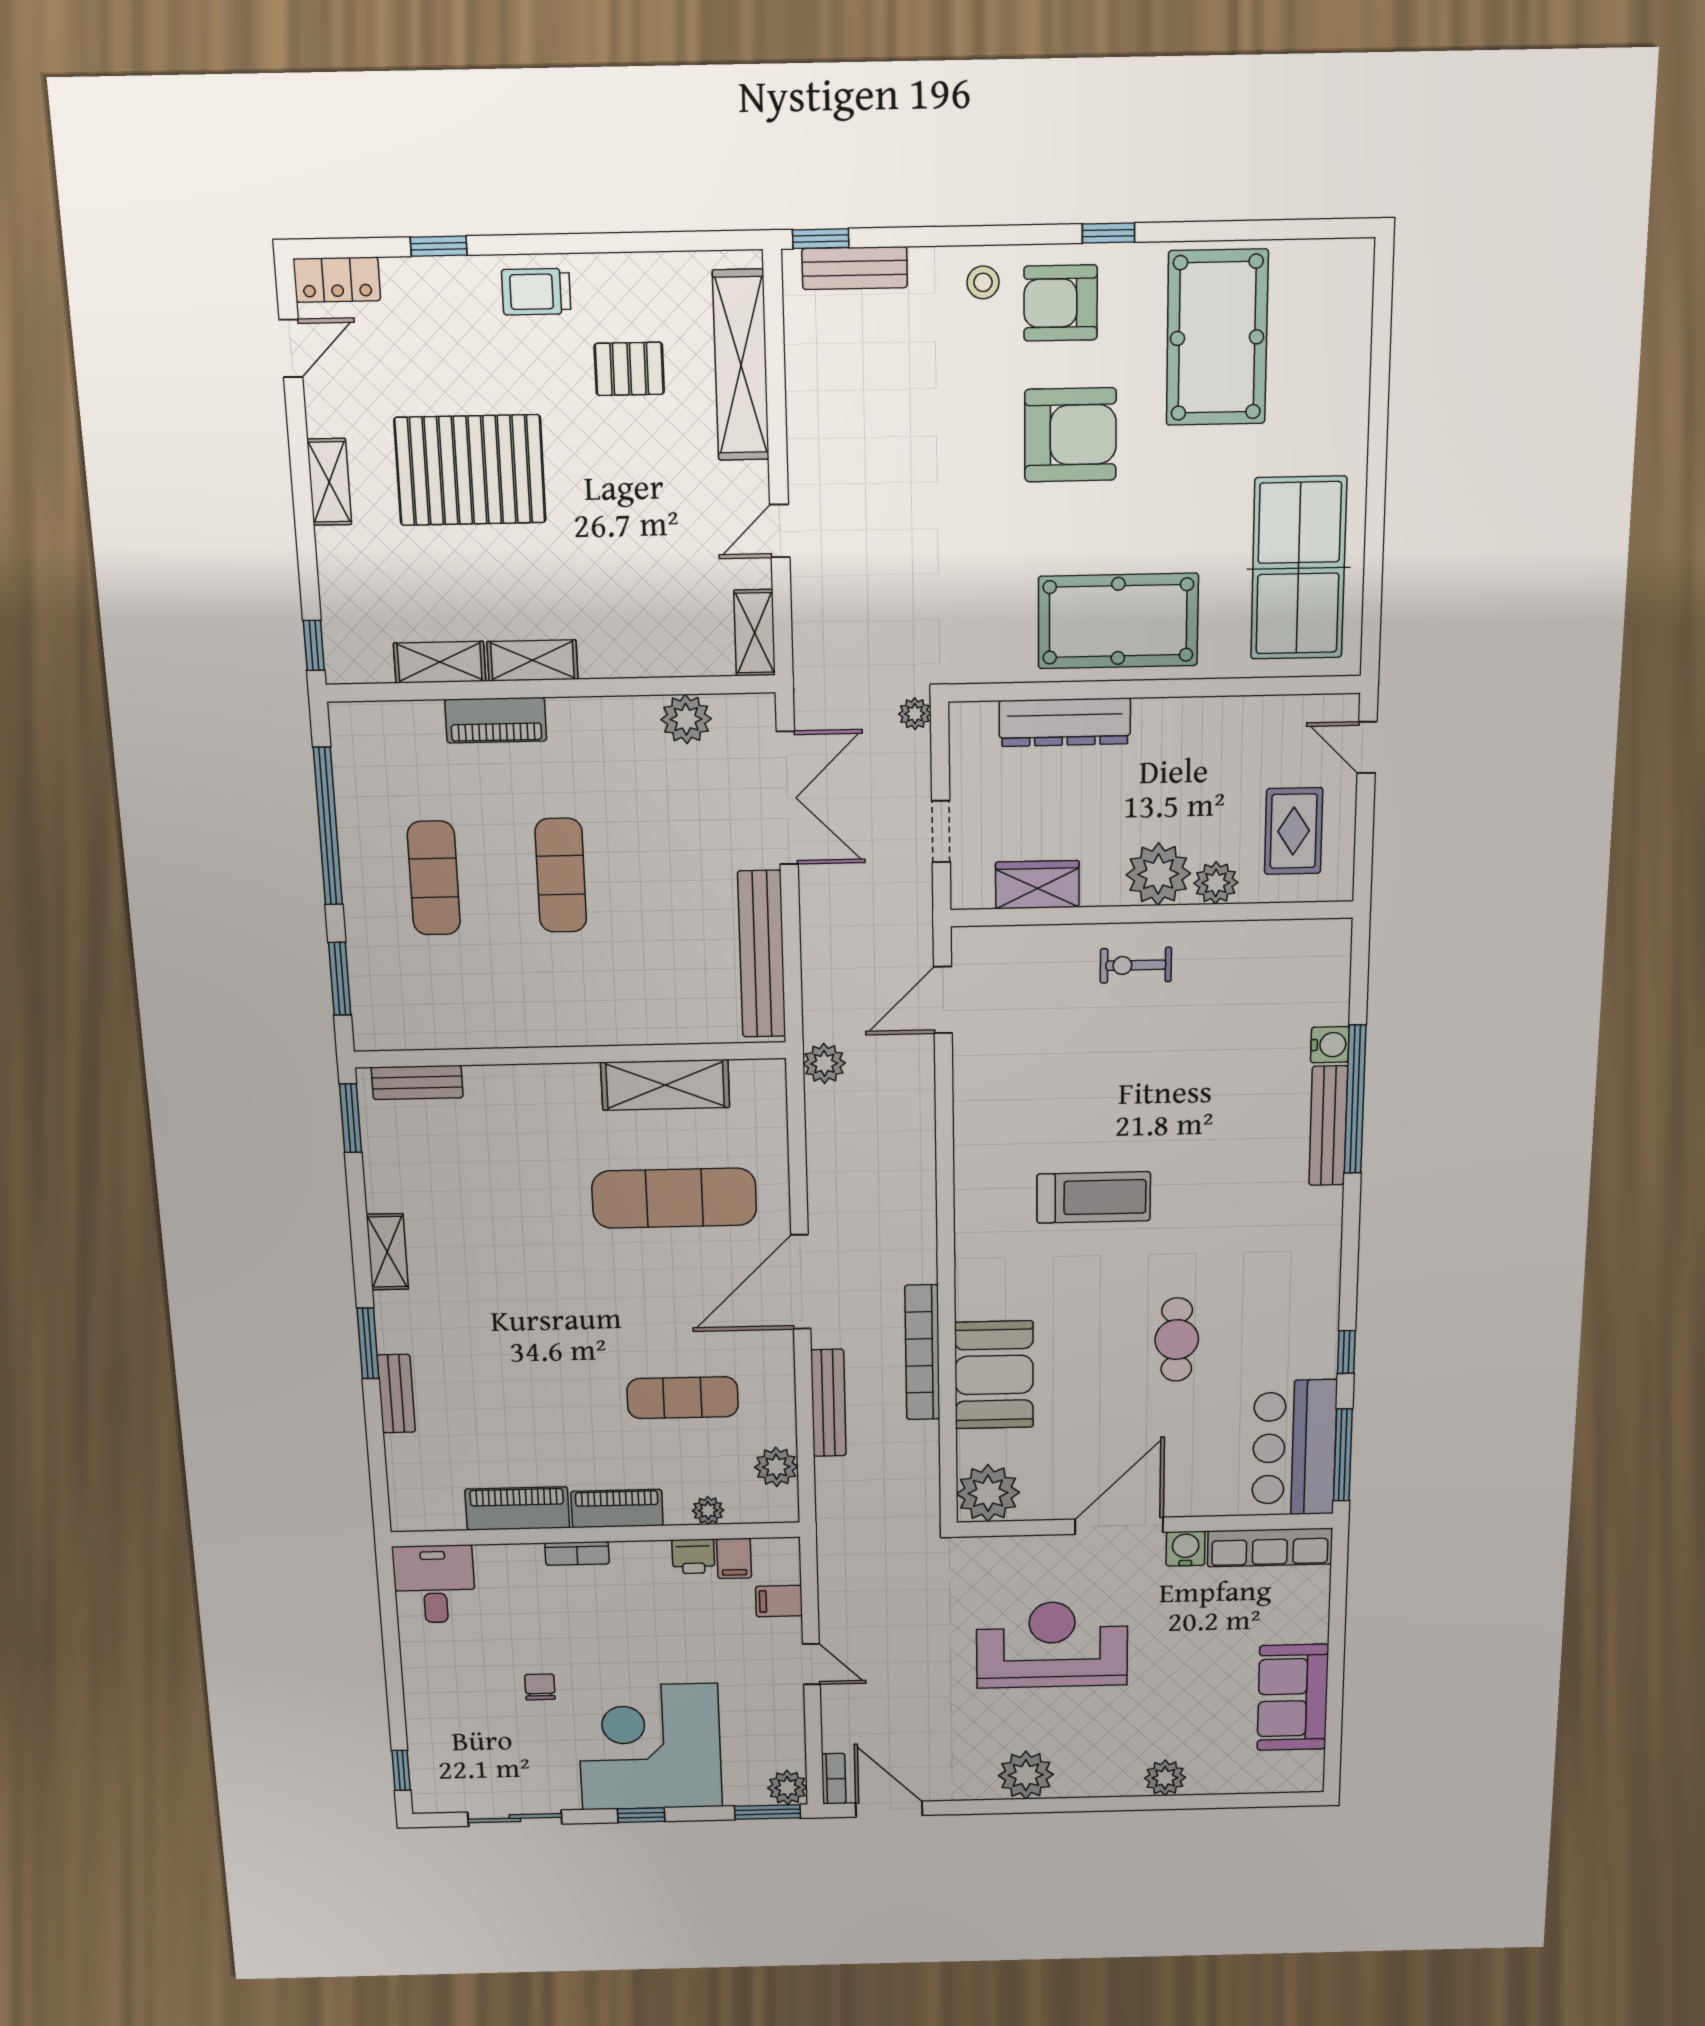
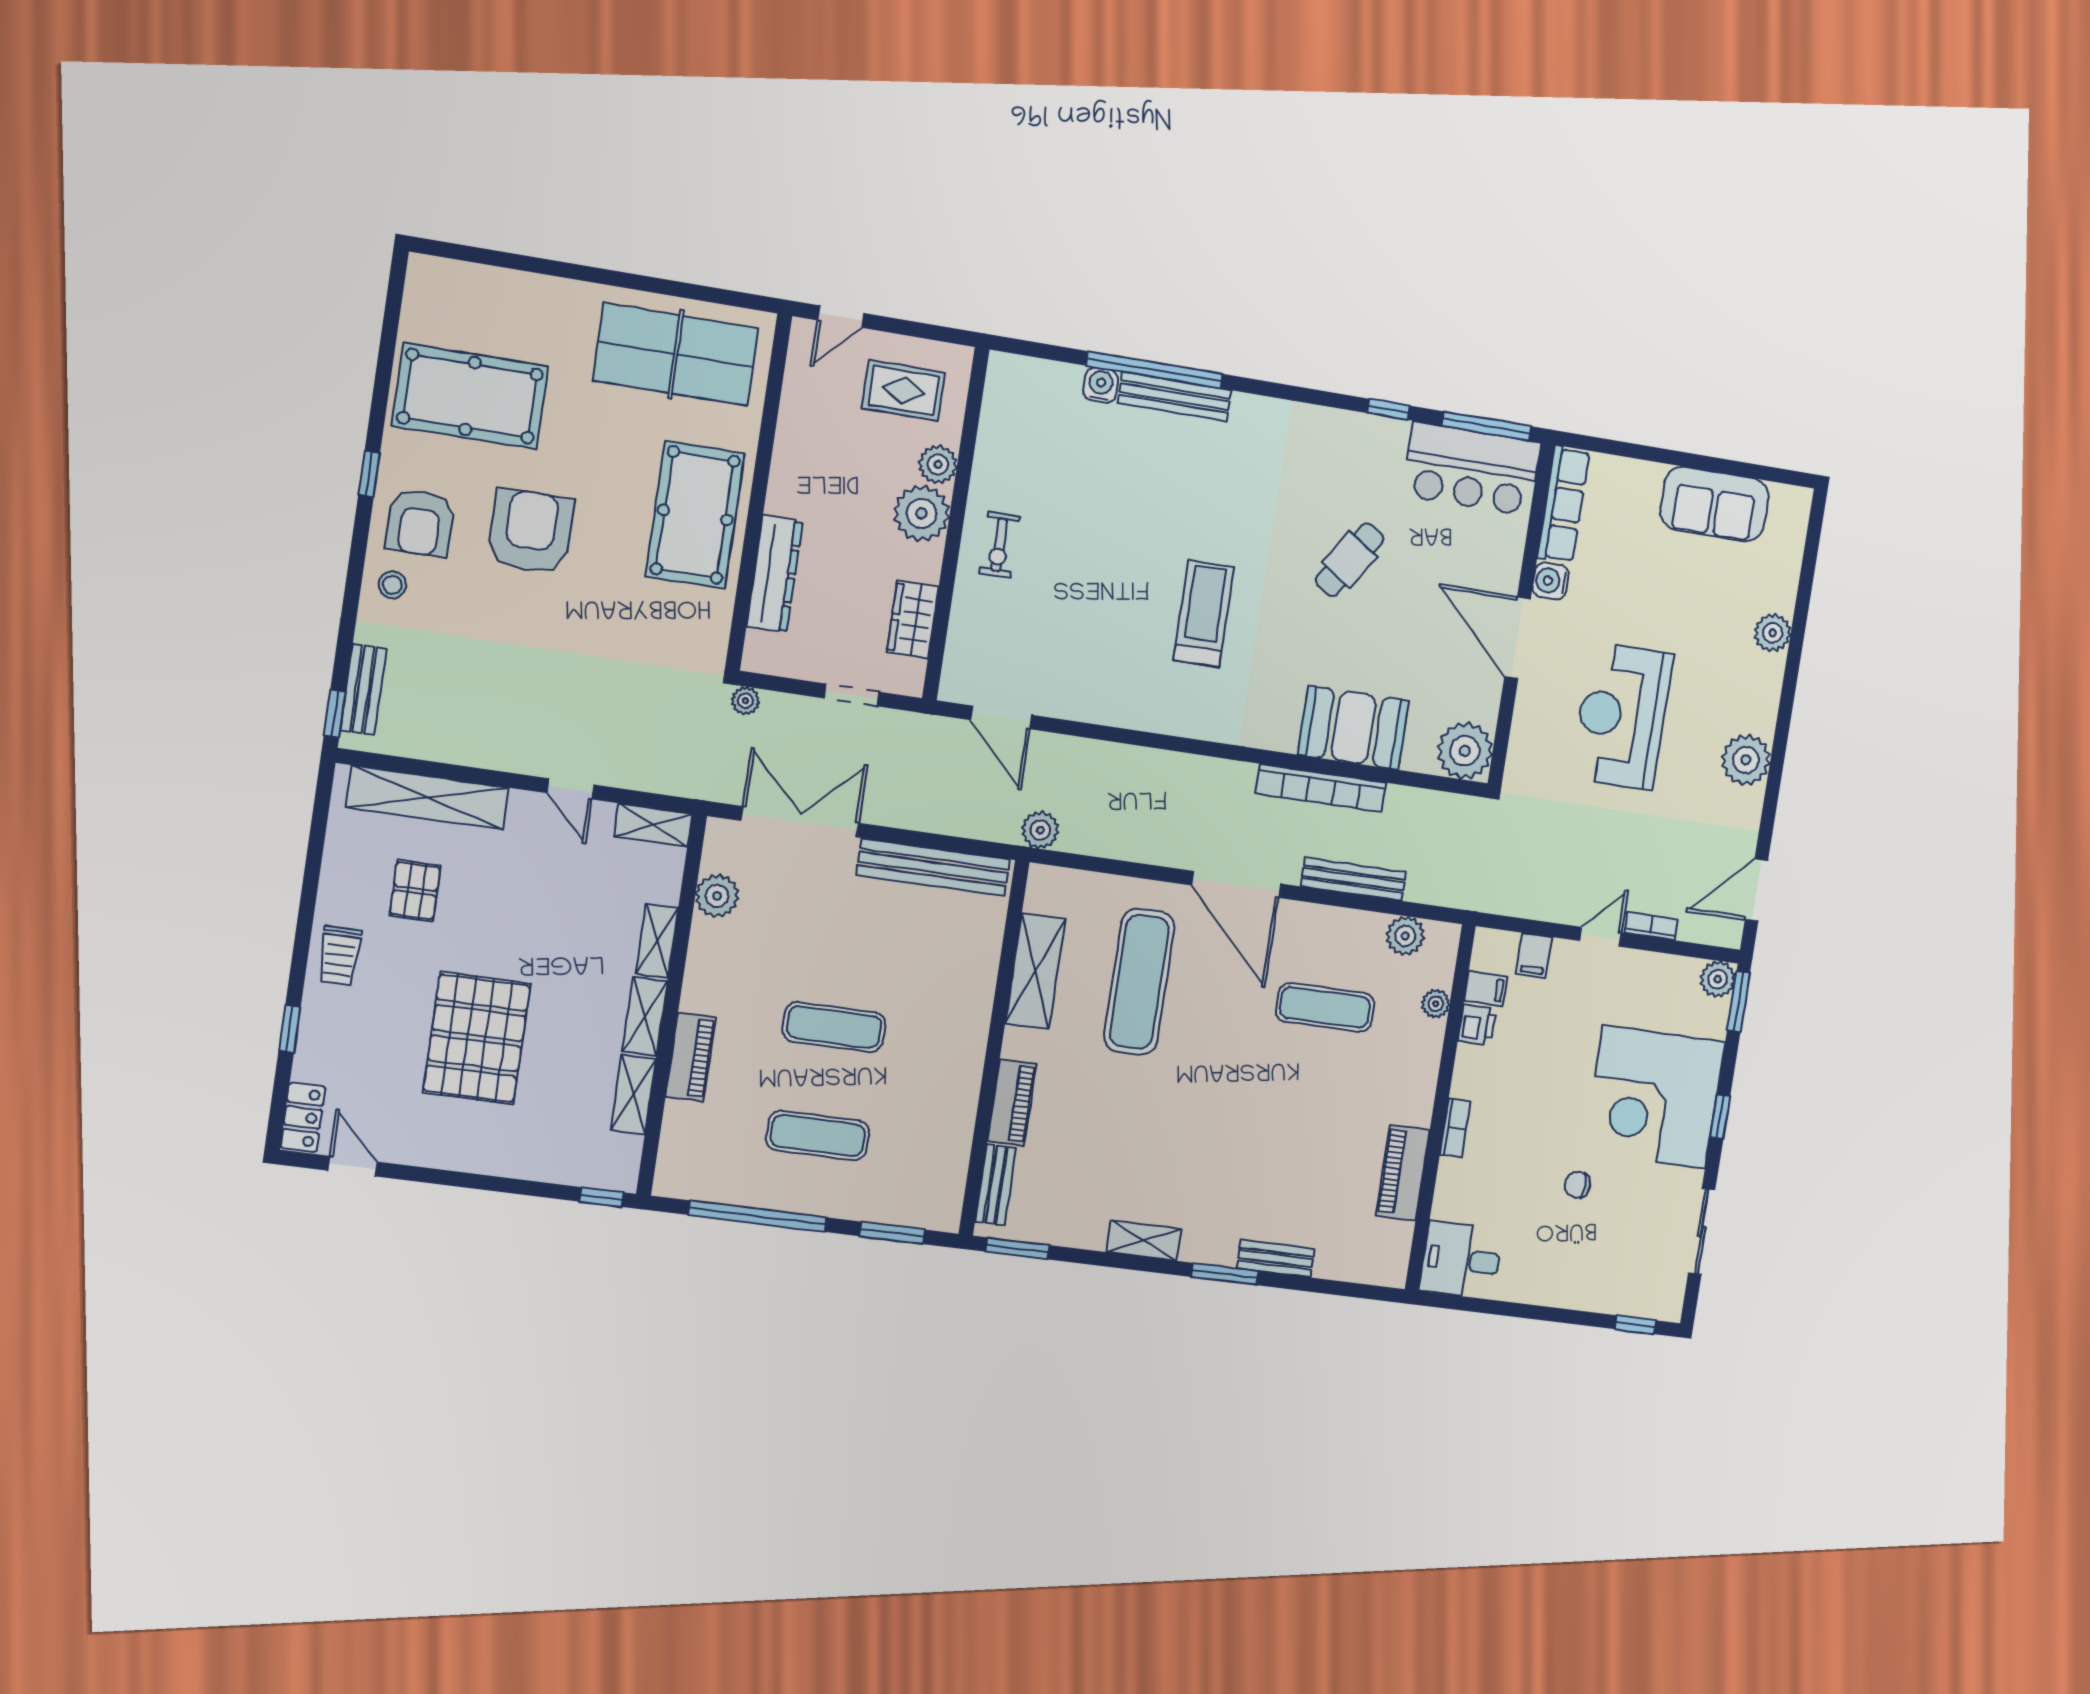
shelving: (329, 482) -> (657, 941), moved, turned 90
cafe table: (1177, 1340) -> (1350, 560), turned -57
exercise mat: (683, 1398) -> (1325, 1007), turned 90
piano: (617, 1509) -> (1012, 1102), moved, turned 180
bookcase: (834, 1779) -> (1651, 926), moved

